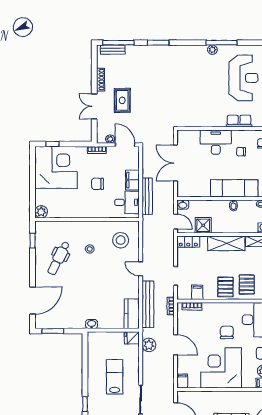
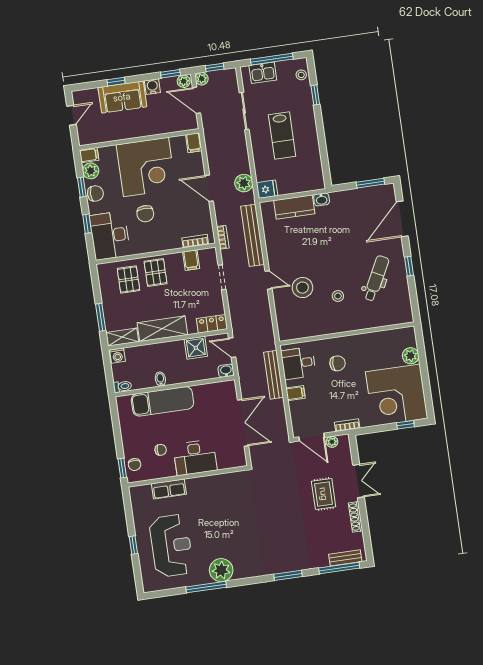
plant: (212, 50) -> (221, 570), width x1.87, depth x1.87
reception desk: (243, 78) -> (171, 546), turned 180
filing cabinet: (132, 180) -> (296, 393), width x0.50
chair: (98, 184) -> (337, 363), moved
plant: (41, 212) -> (411, 356), moved
stool: (121, 240) -> (302, 288), moved
window: (33, 241) -> (409, 266), moved
kitchen counter: (132, 314) -> (294, 207), moved, turned 90

